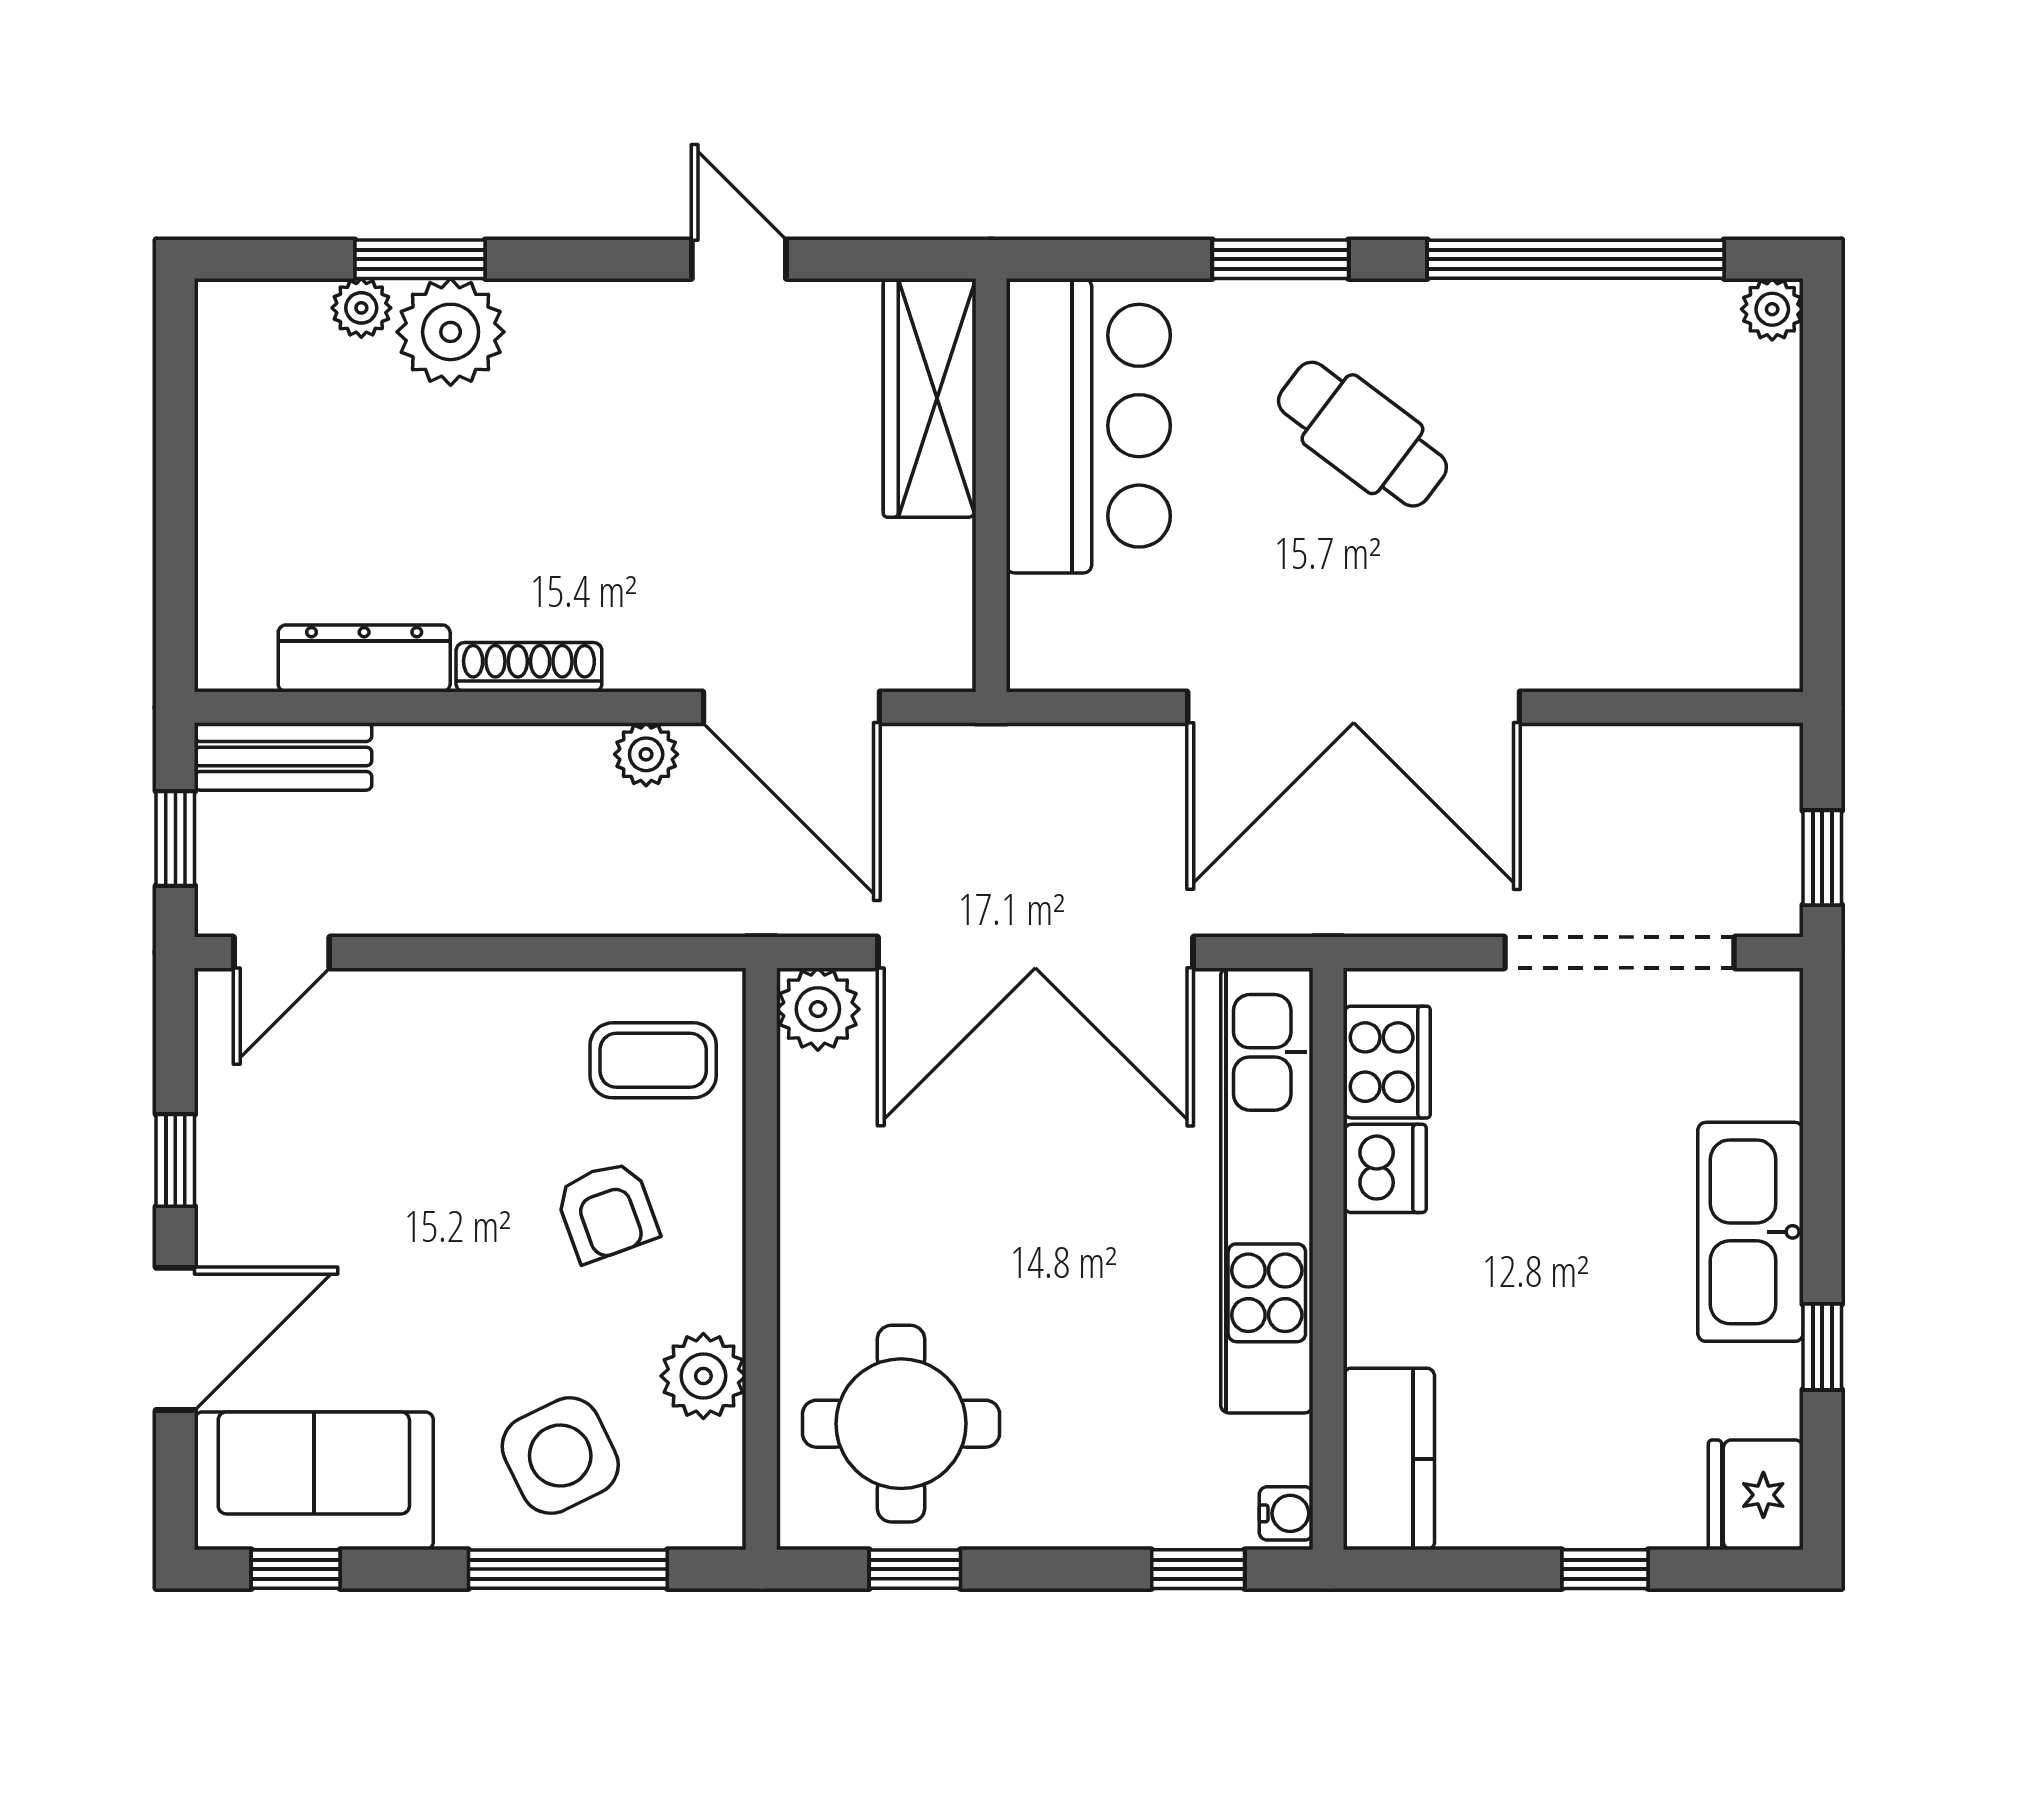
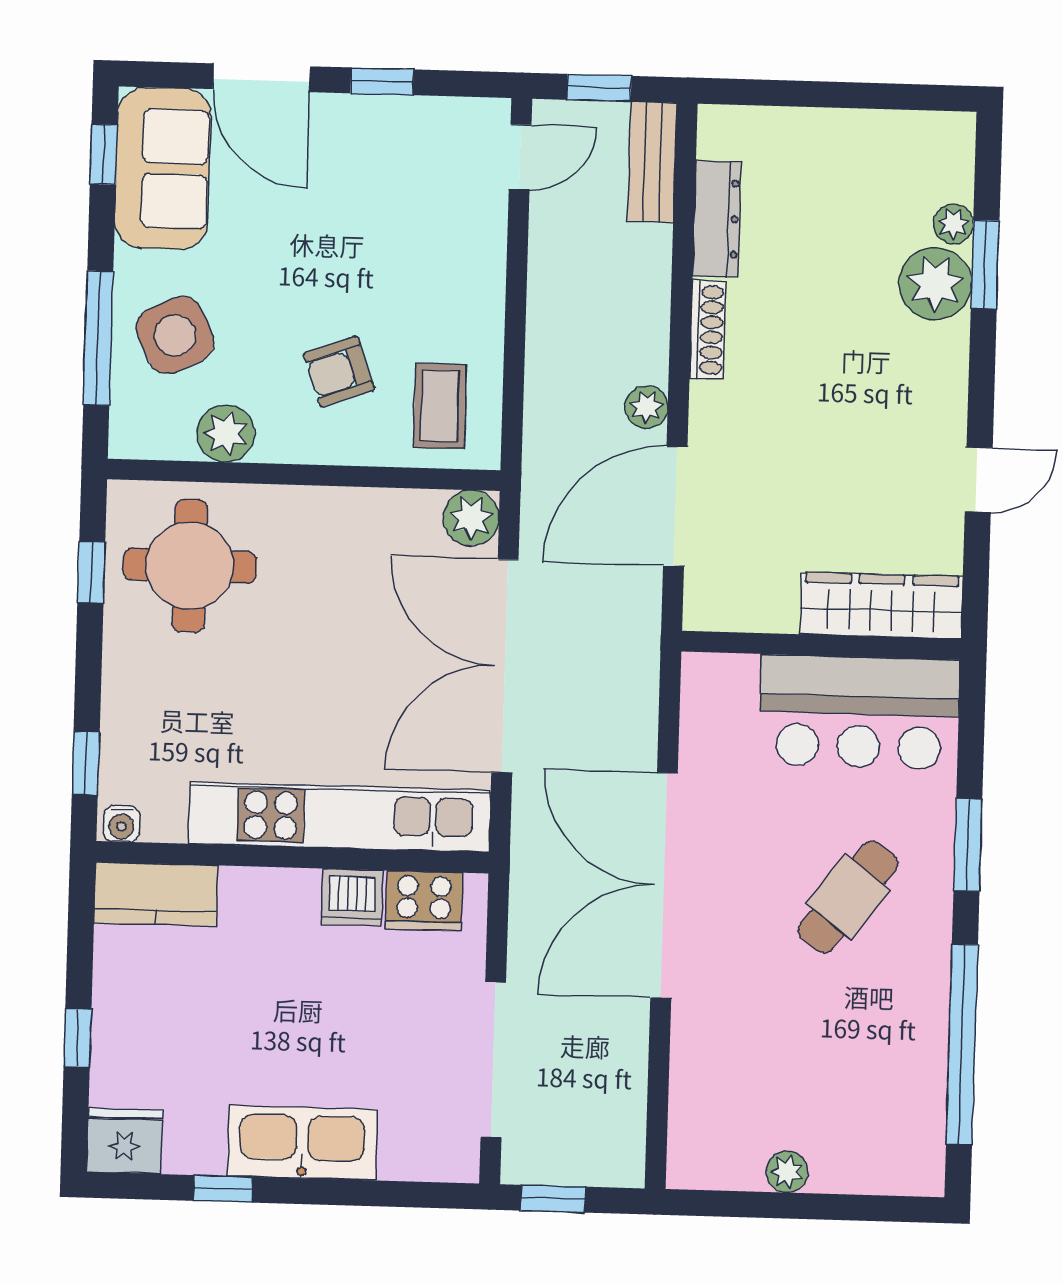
plant: (1772, 309) -> (787, 1172), moved
door: (282, 952) -> (520, 157), swing flipped

